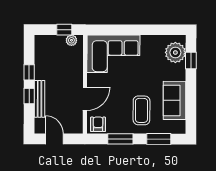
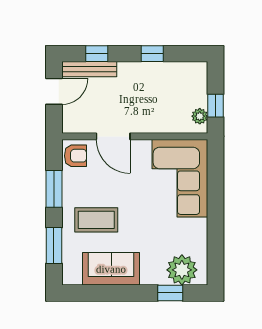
window: (29, 96) -> (97, 54), moved
bench: (40, 99) -> (89, 69), moved

